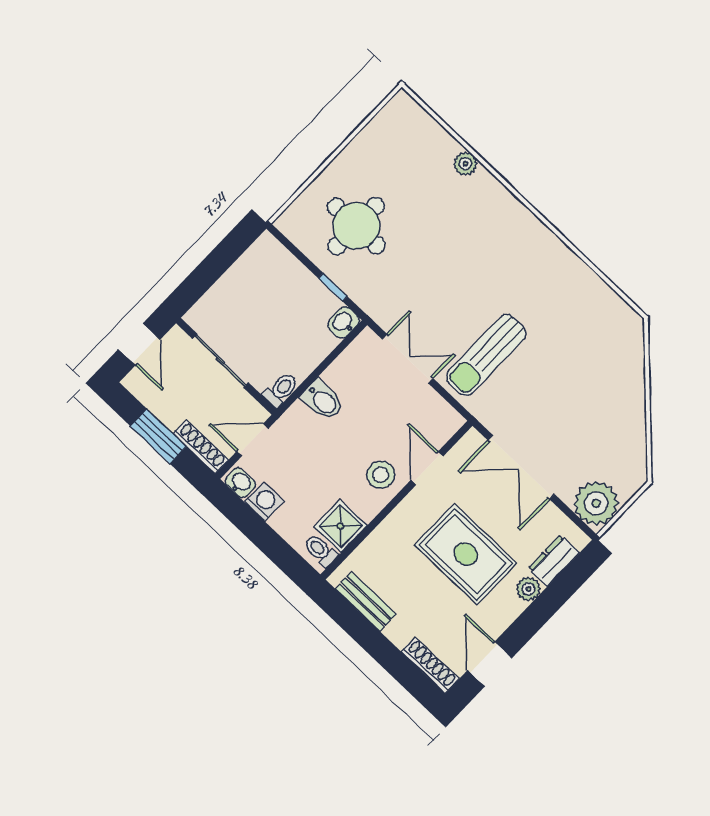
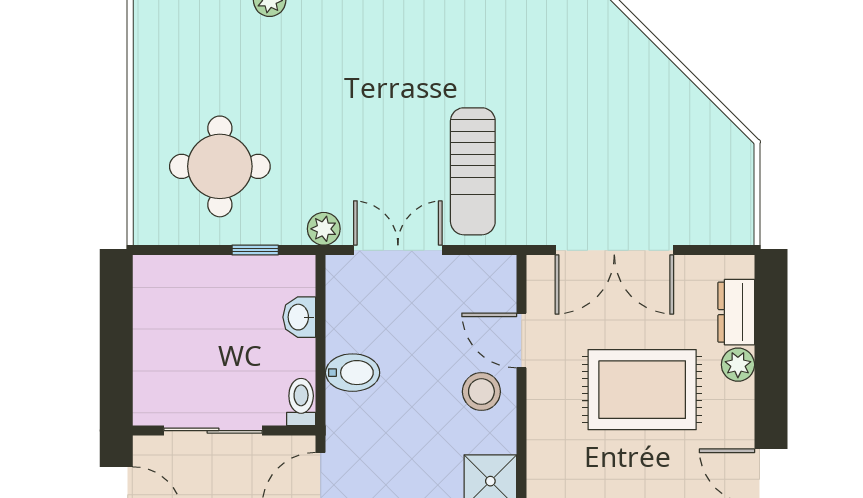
washbasin: (343, 323) -> (299, 317), moved
plant: (596, 503) -> (324, 229), moved, width x0.53, depth x0.53

